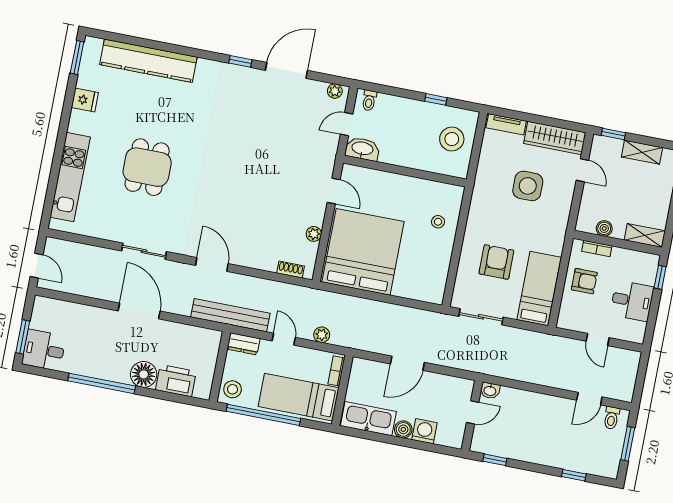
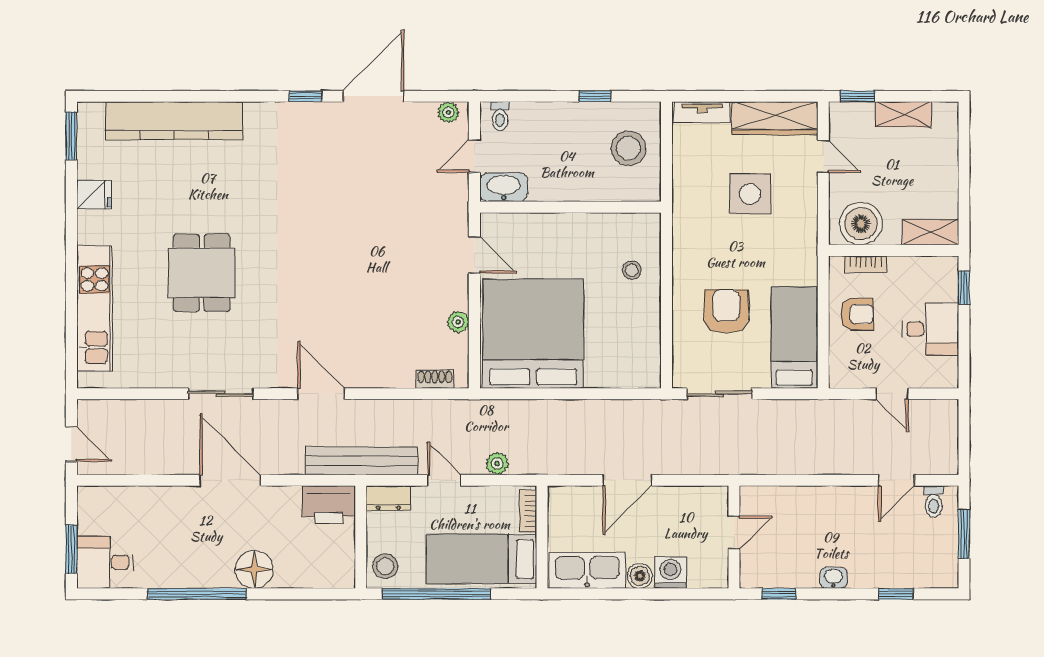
boiler: (604, 228) -> (861, 224), width x1.86, depth x1.86
printer: (176, 381) -> (329, 505), moved, turned 180
washbasin: (490, 391) -> (834, 578), moved, turned 180

